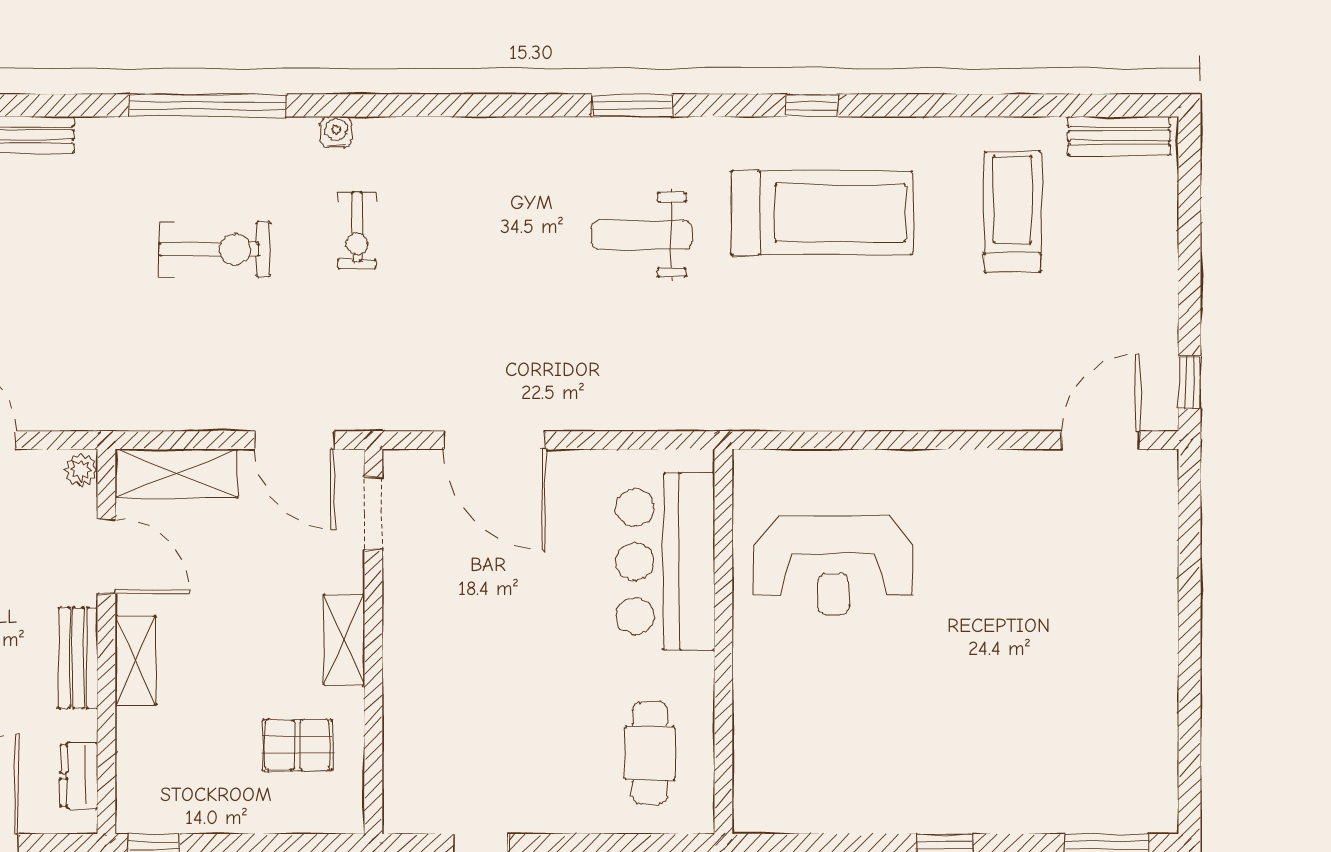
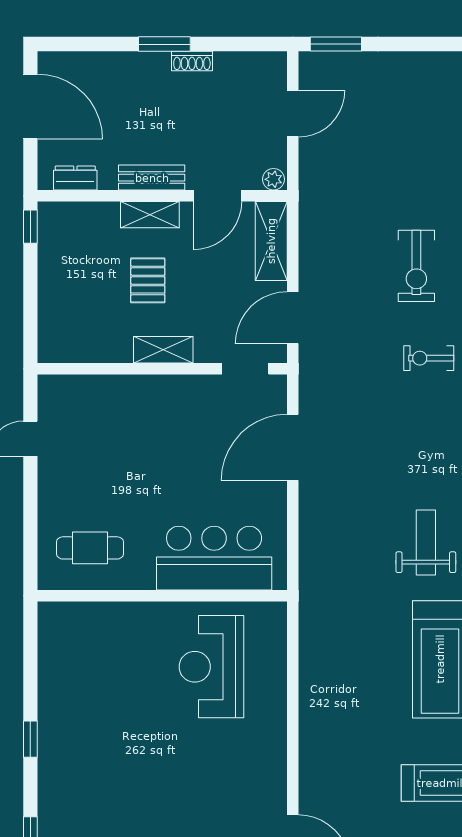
pallet: (297, 745) -> (148, 280), moved

